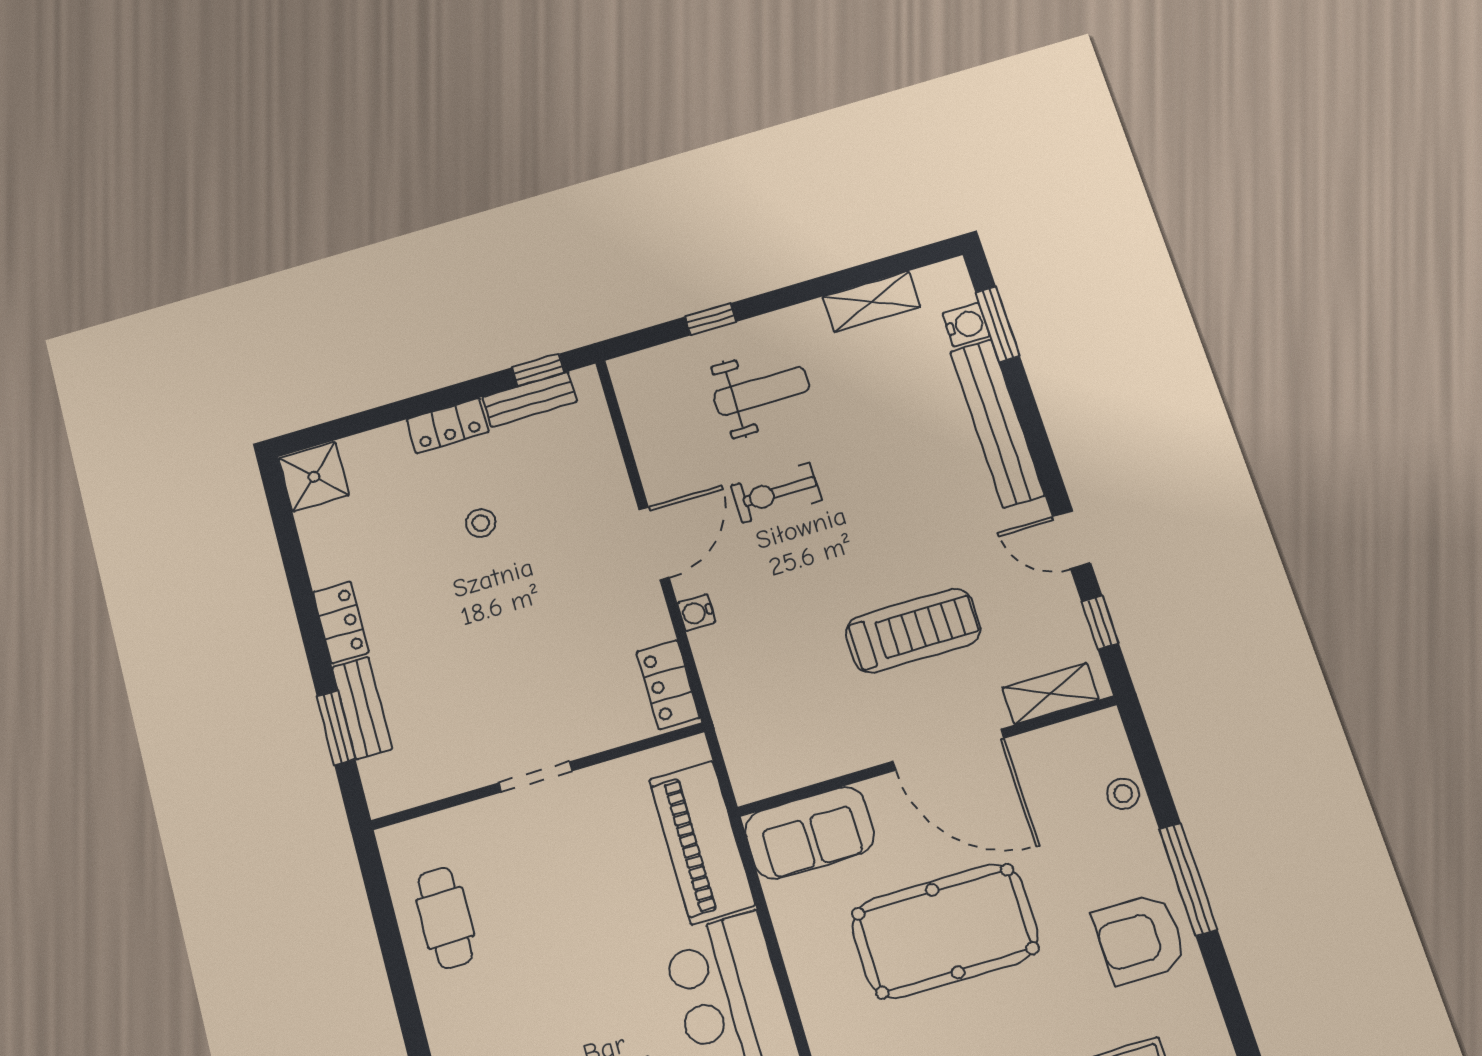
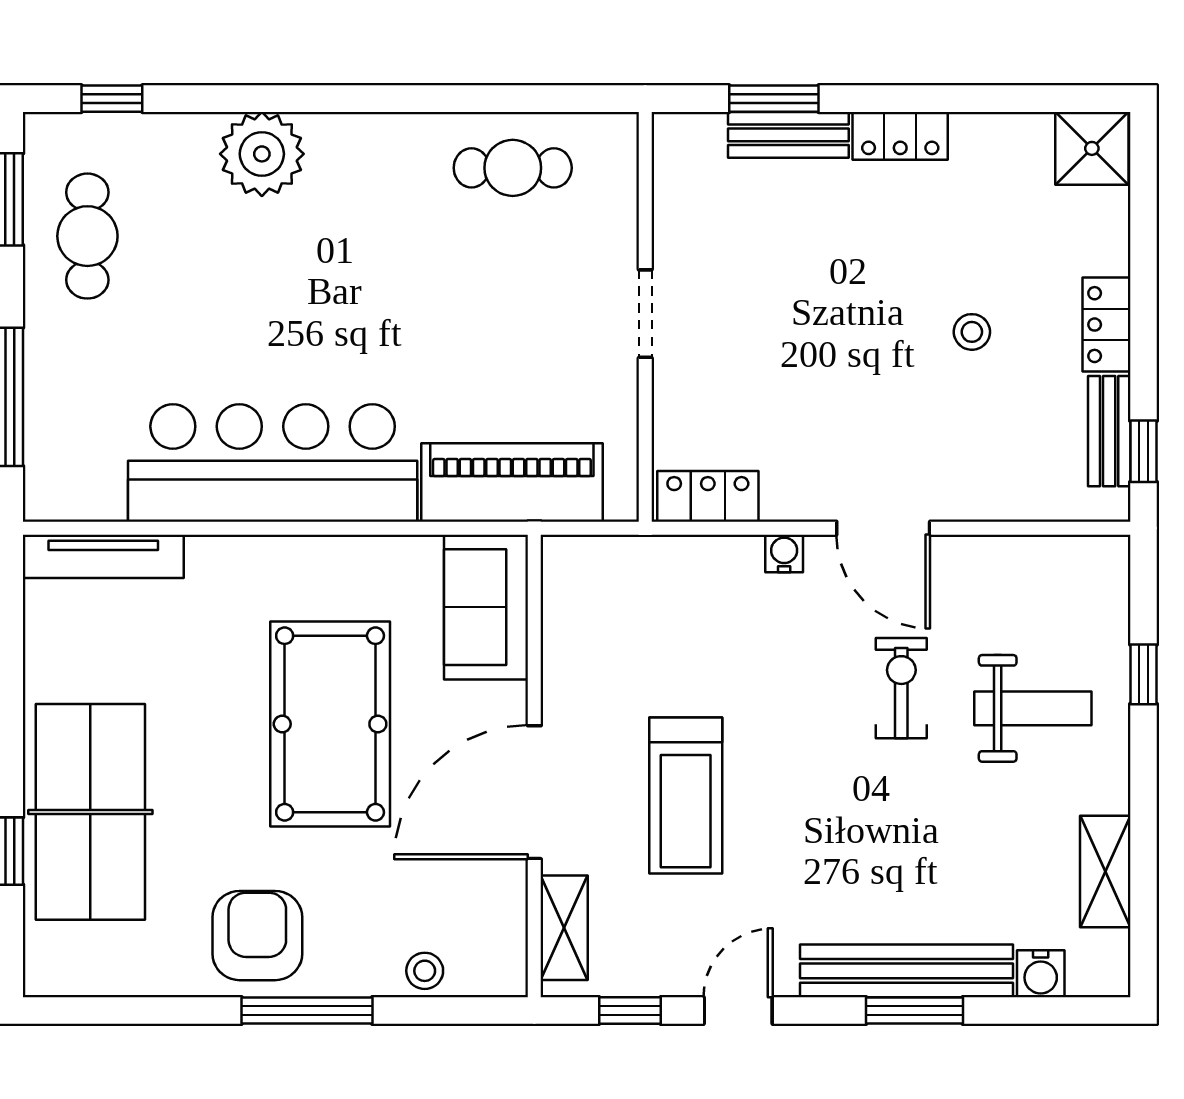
window: (997, 324) -> (914, 1011), moved
weight bench: (762, 391) -> (1033, 708), turned -90

